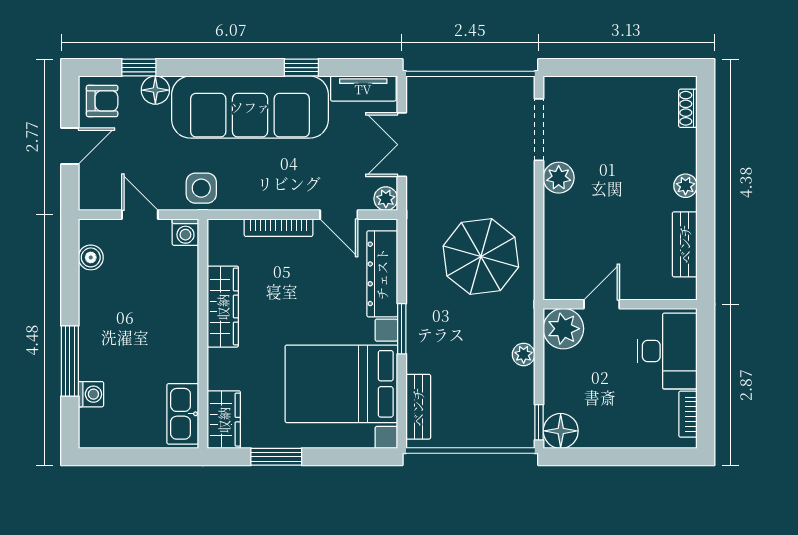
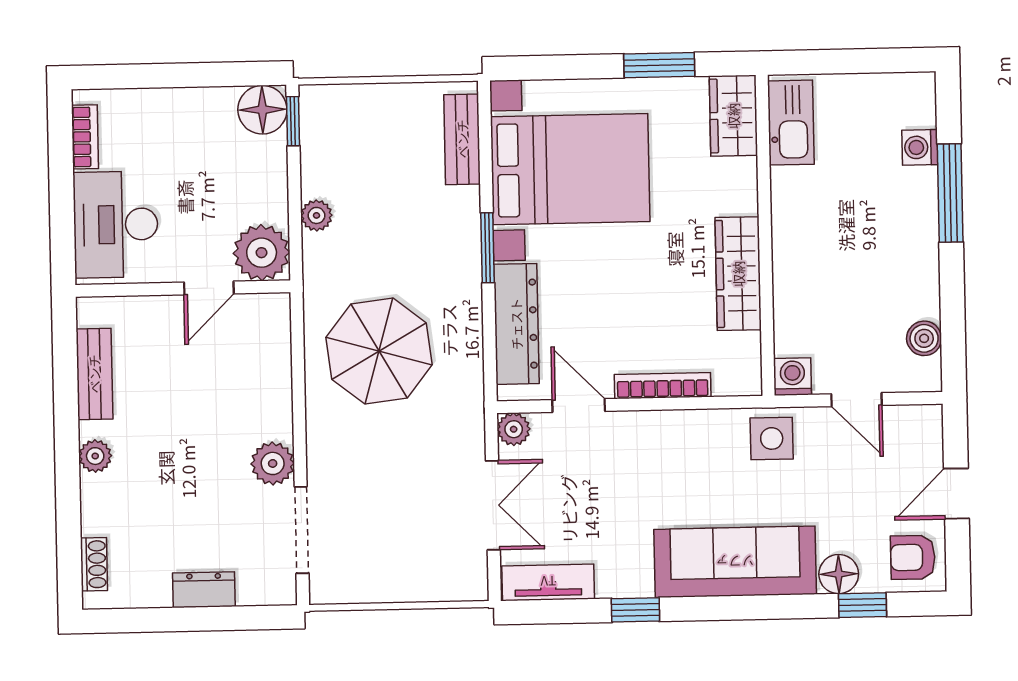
dresser: (610, 88) -> (204, 590), added
sofa: (250, 107) -> (735, 562), width x0.74, depth x0.79

